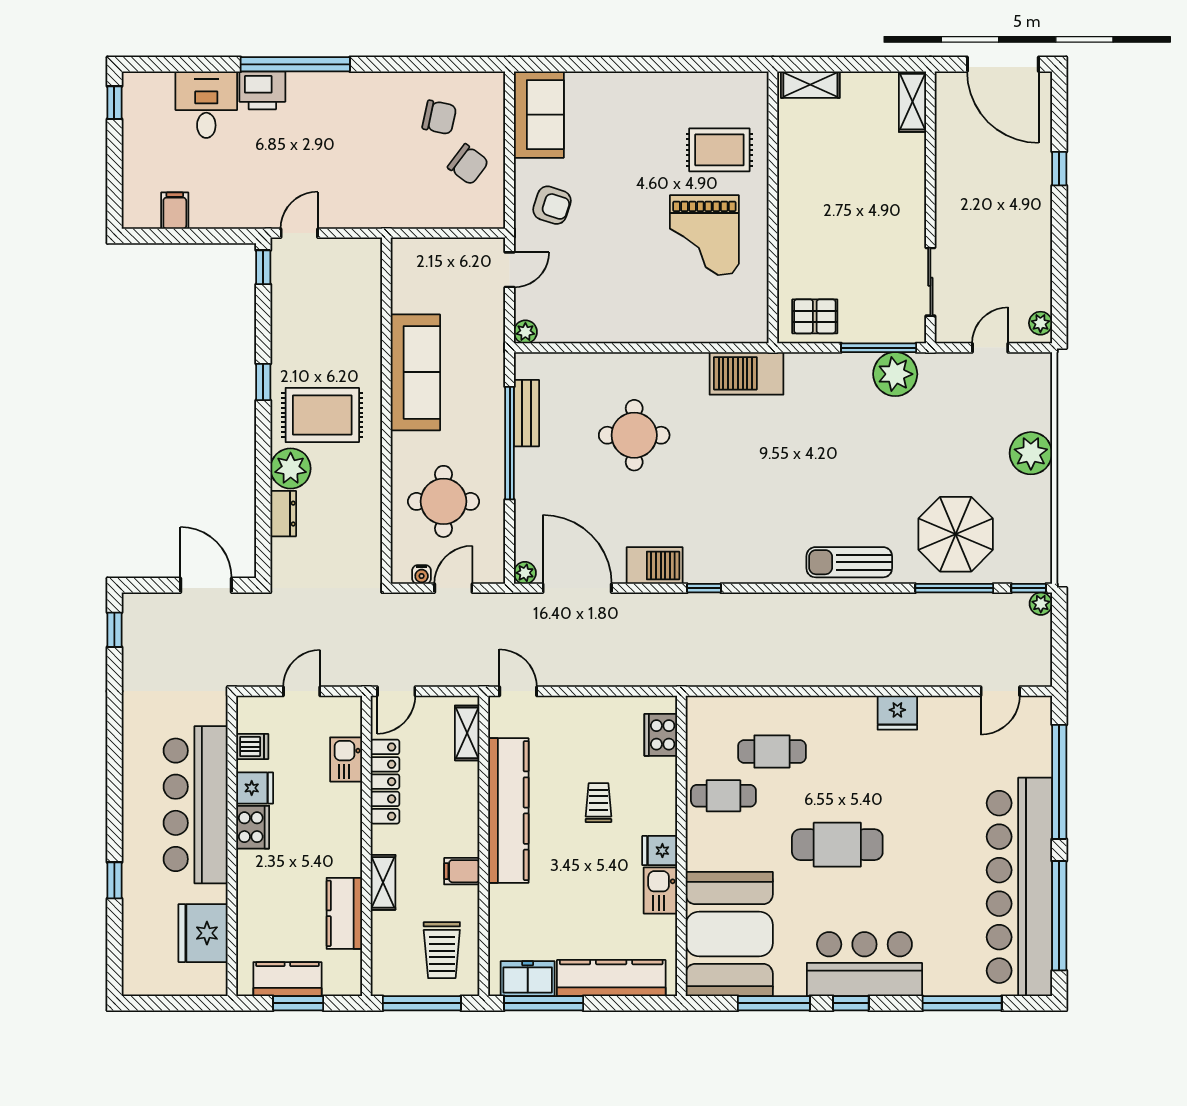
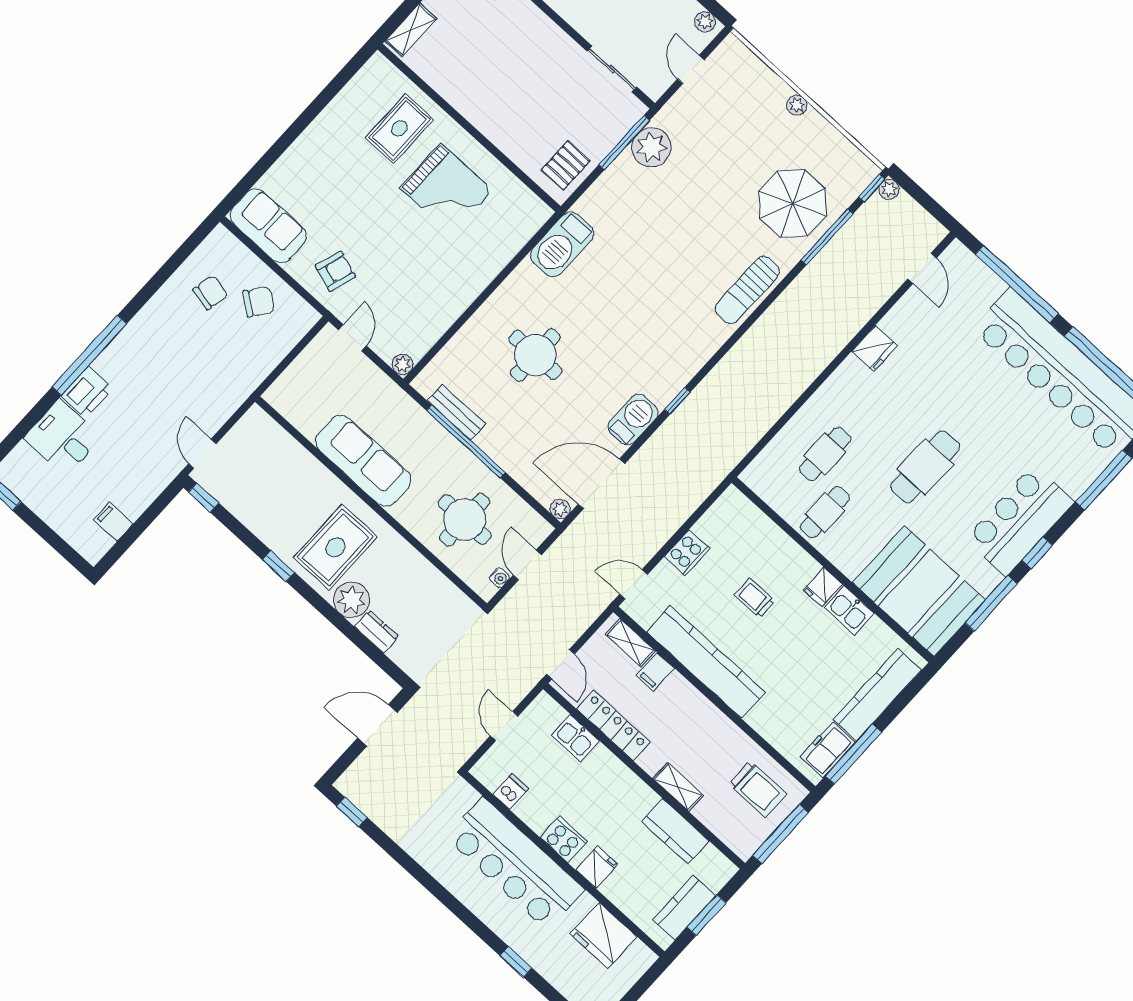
plant: (1031, 453) -> (797, 105), width x0.53, depth x0.53
cooker: (661, 735) -> (687, 553), moved, turned -90
fridge: (255, 788) -> (597, 867), moved
filing cabinet: (462, 871) -> (655, 672), moved

